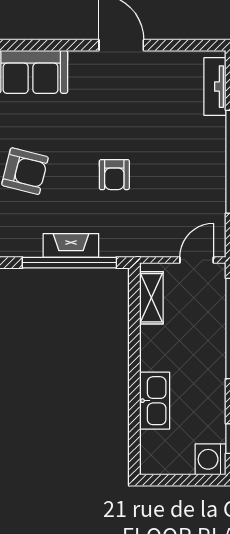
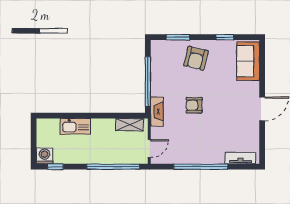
fireplace: (71, 245) -> (157, 112), moved
door: (197, 260) -> (149, 149), hinge flipped

